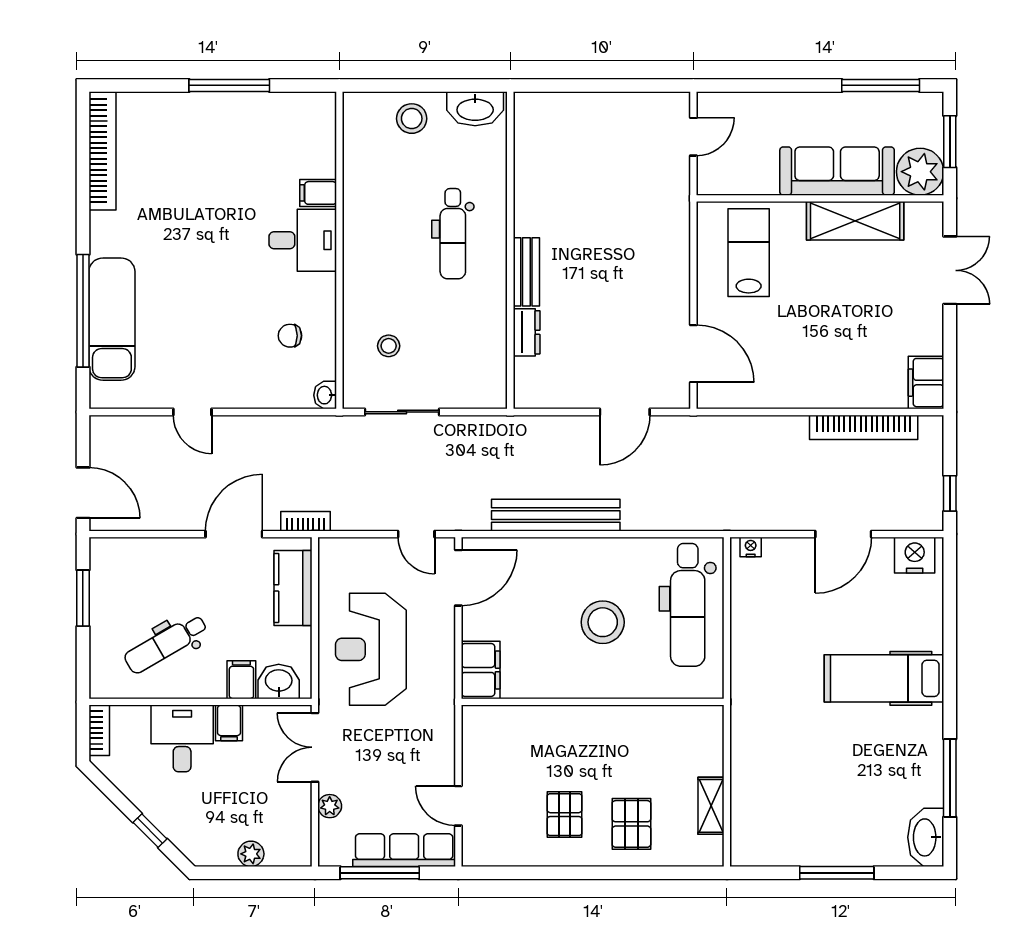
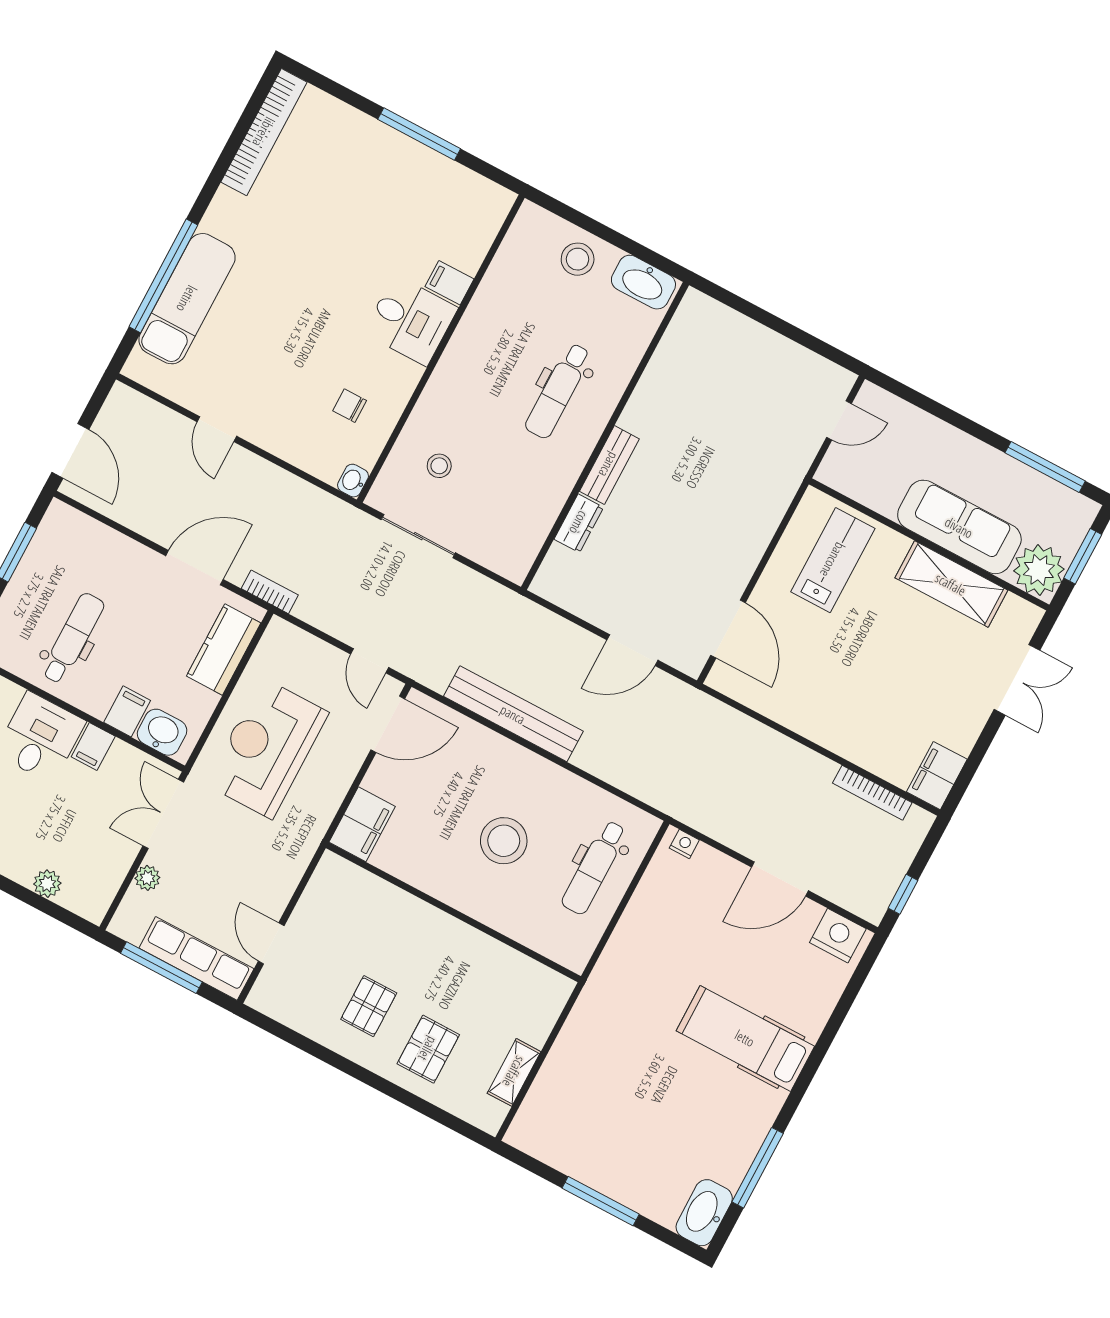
bookcase: (864, 427) -> (872, 793), width x0.68, depth x0.76
dental chair: (688, 605) -> (594, 867), width x0.73, depth x0.72
dental chair: (166, 644) -> (73, 638), turned 120

